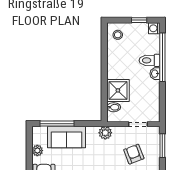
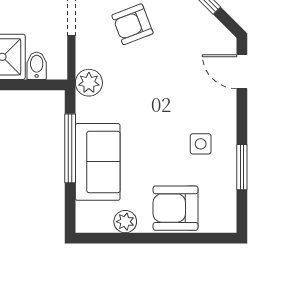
window: (57, 124) -> (70, 148), moved

